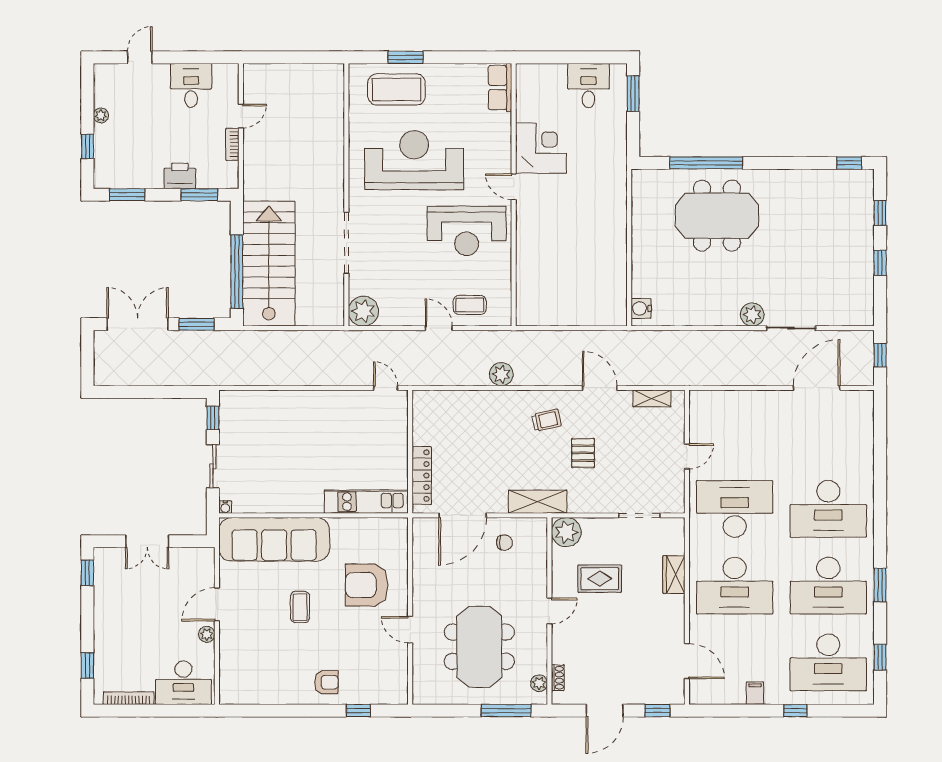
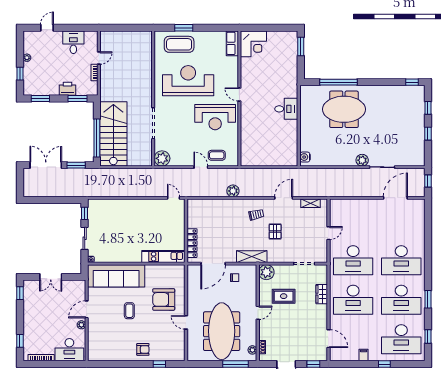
desk: (588, 86) -> (286, 109), moved, turned 90
corner desk: (541, 148) -> (253, 44), moved, turned 90
door: (600, 388) -> (284, 198), hinge flipped
desk: (735, 509) -> (353, 260), turned 180
meeting table: (479, 647) -> (222, 331), width x1.36

